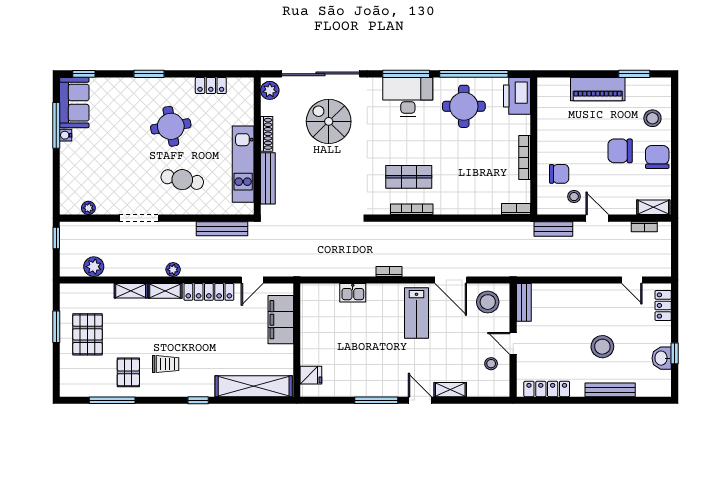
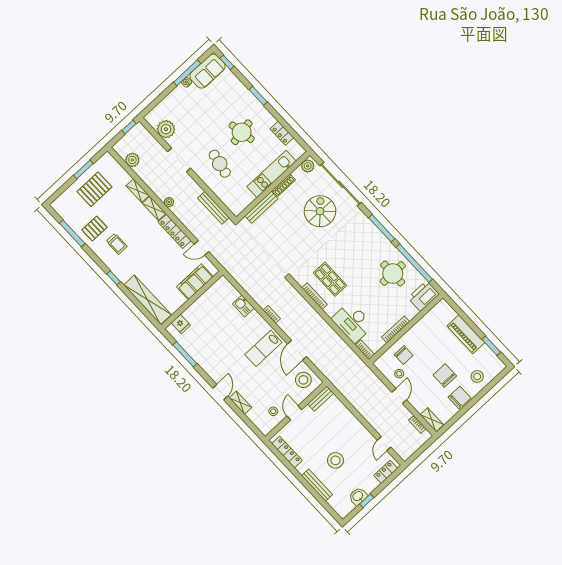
desk: (408, 97) -> (353, 322), moved, turned 180
kitchen unit: (243, 164) -> (272, 174), moved
plant: (88, 208) -> (166, 129), width x1.88, depth x1.88
bench: (553, 229) -> (373, 379), removed
window: (376, 400) -> (185, 354), moved

